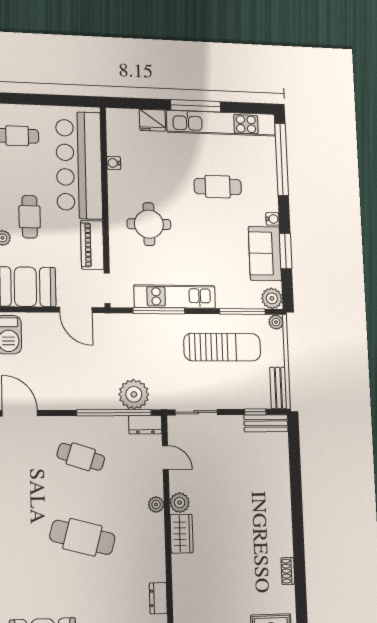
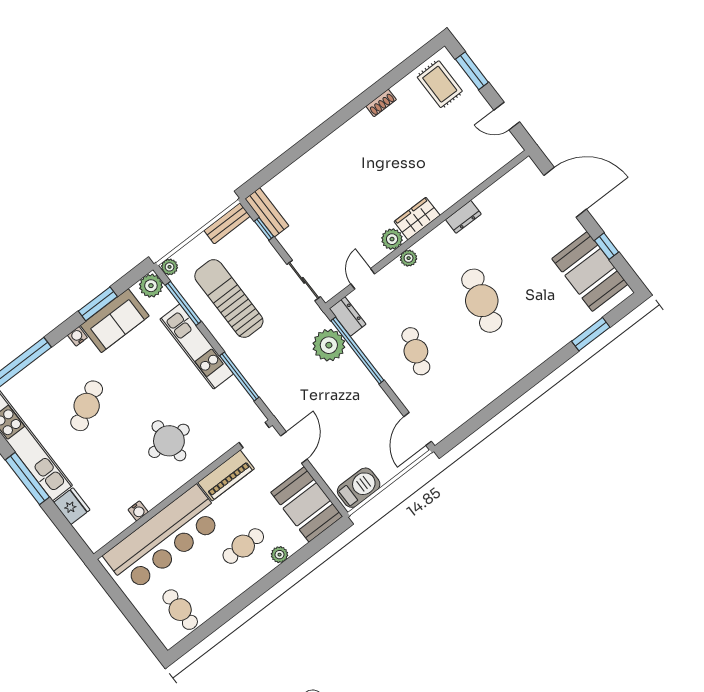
cafe table: (218, 187) -> (87, 406), turned 60
kitchen unit: (175, 297) -> (197, 347), moved
dresser: (158, 598) -> (463, 217), moved

